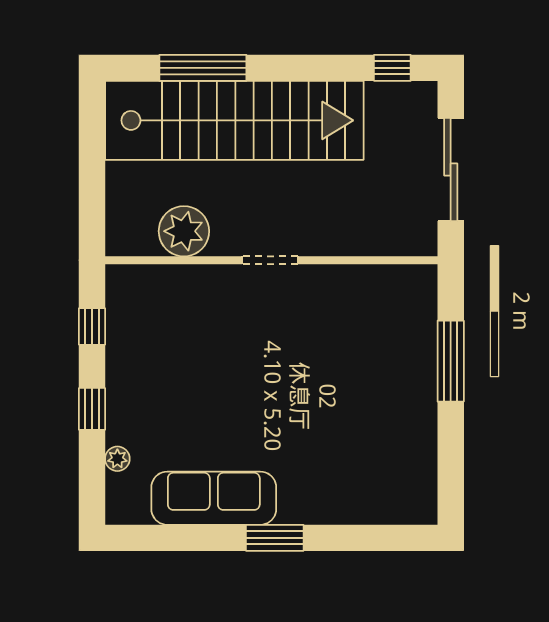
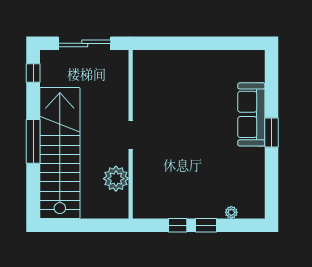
window: (203, 68) -> (33, 141), moved
window: (92, 326) -> (178, 225), moved
window: (451, 361) -> (182, 43), removed
sofa: (214, 498) -> (251, 114), moved

